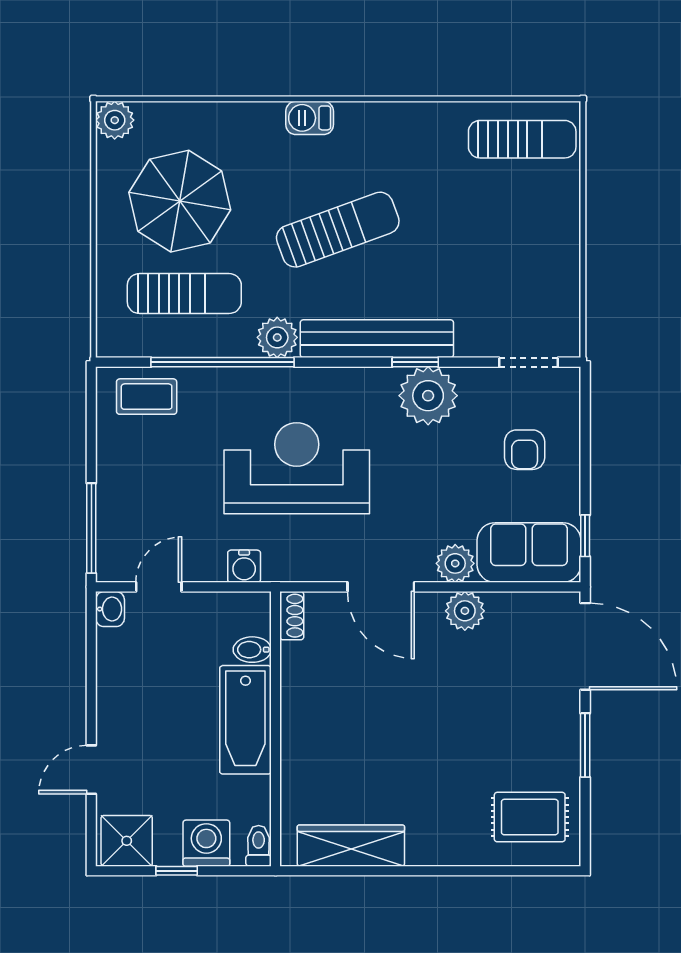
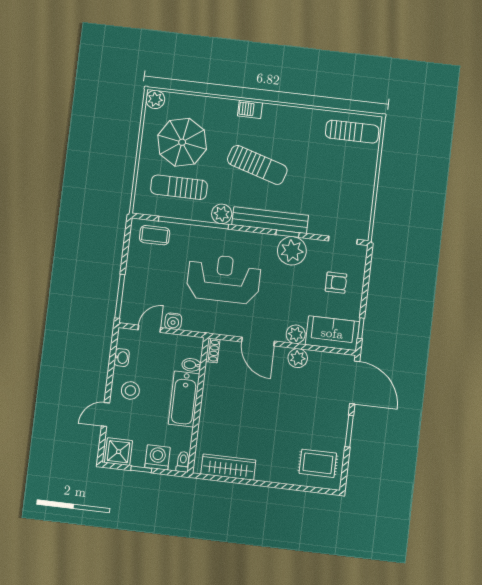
sun lounger: (338, 230) -> (257, 165), turned 37
sun lounger: (184, 294) -> (179, 187), turned 180
armchair: (525, 450) -> (336, 283), turned -90
water cooler: (244, 566) -> (173, 321), moved
washbasin: (110, 609) -> (122, 358), moved
stool: (136, 716) -> (130, 390), added

